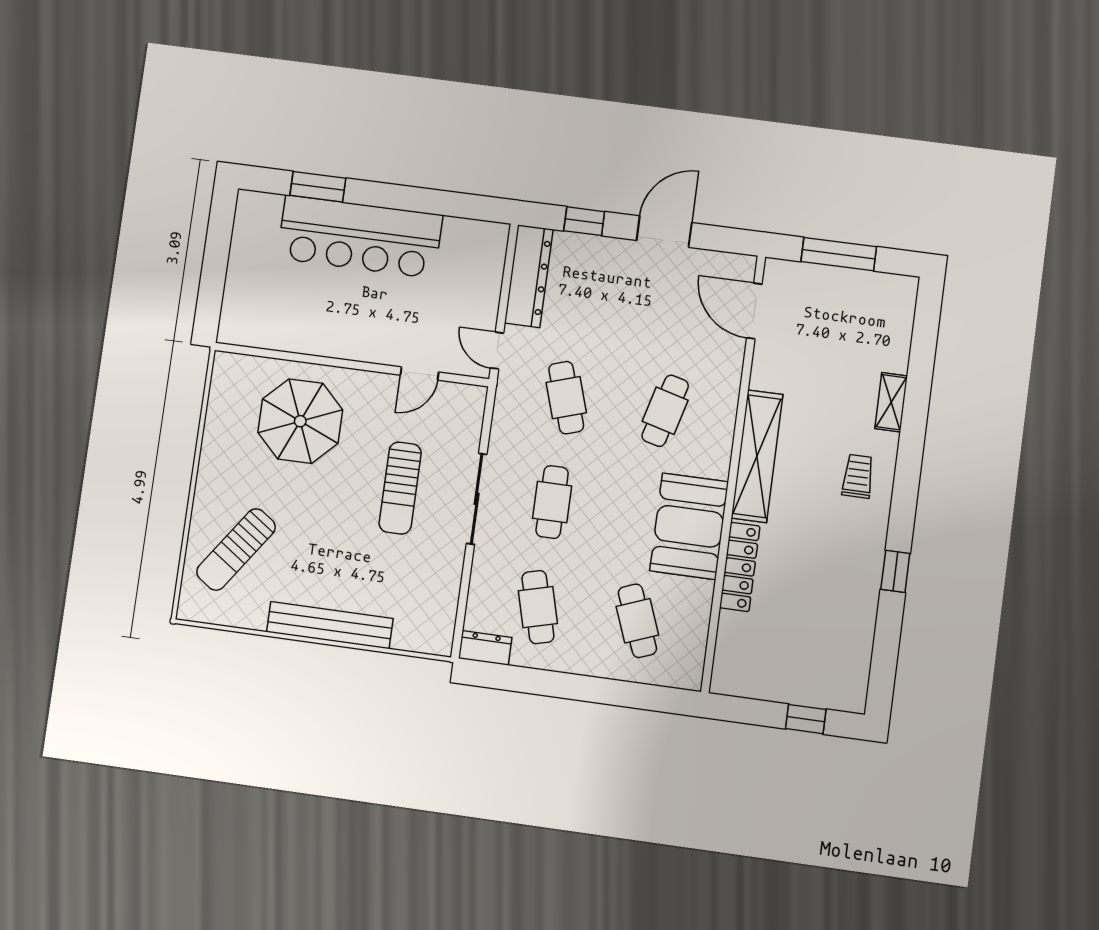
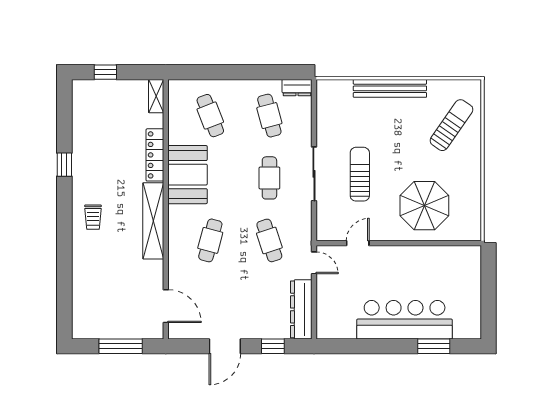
shelving: (891, 402) -> (156, 96), moved

